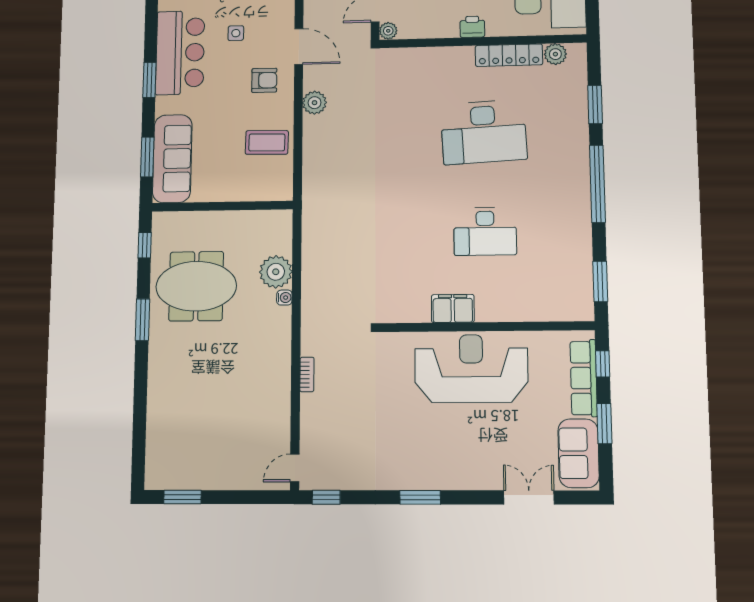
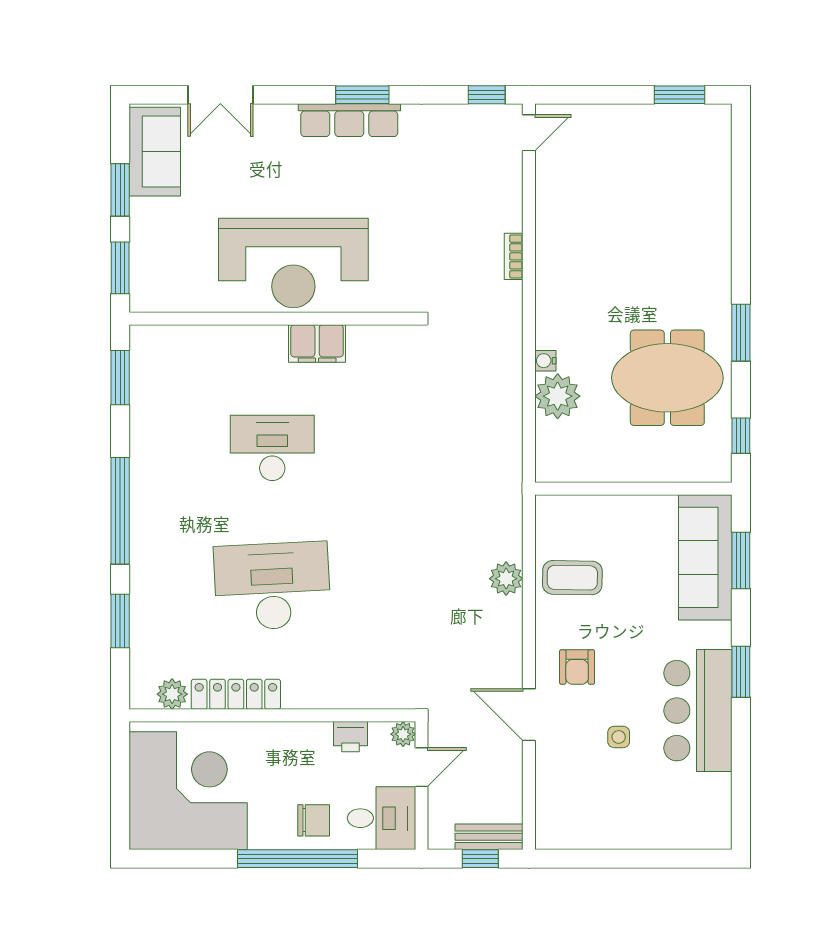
printer: (472, 27) -> (351, 737), moved
armchair: (264, 80) -> (577, 667), turned -90
plant: (315, 103) -> (506, 579), moved
window: (603, 364) -> (120, 268), width x1.50
row of seats: (584, 378) -> (349, 120), moved, turned 90

